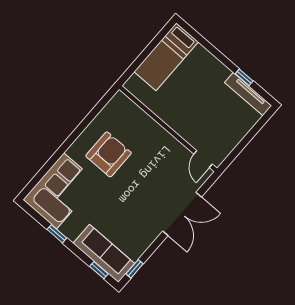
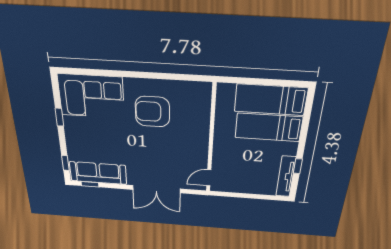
bed: (190, 75) -> (269, 127), added
armchair: (109, 154) -> (152, 112), turned 180
sofa: (104, 253) -> (98, 173), moved, turned -90

